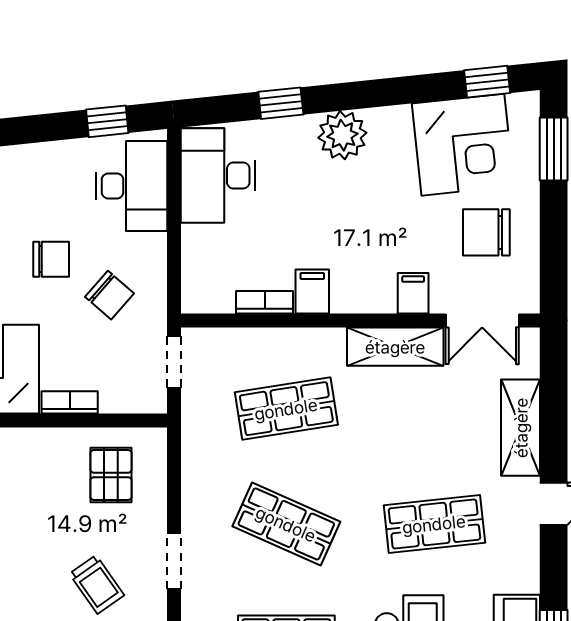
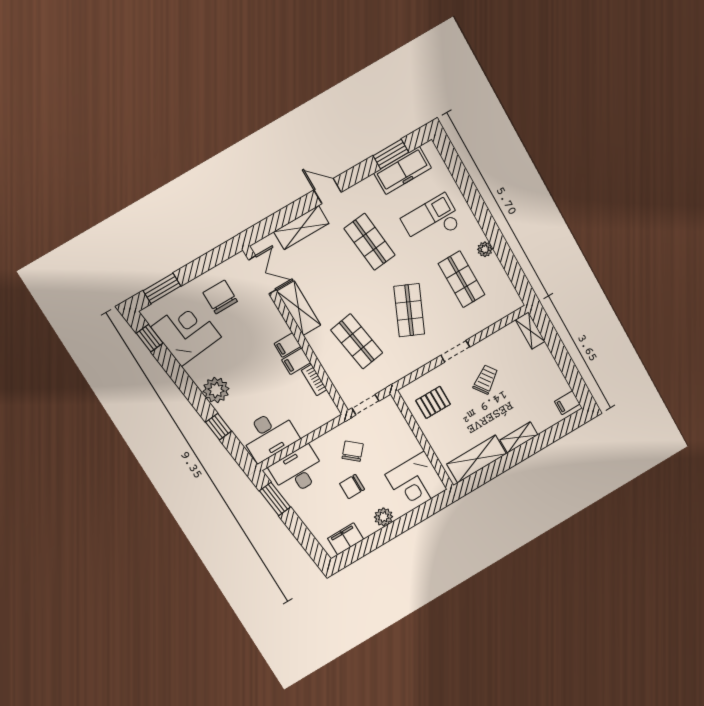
window: (107, 121) -> (275, 499), width x1.50
chair: (486, 232) -> (220, 297), turned 180
chair: (51, 259) -> (352, 487), turned -90
filing cabinet: (413, 293) -> (288, 345), moved
bookcase: (70, 402) -> (411, 440), removed

